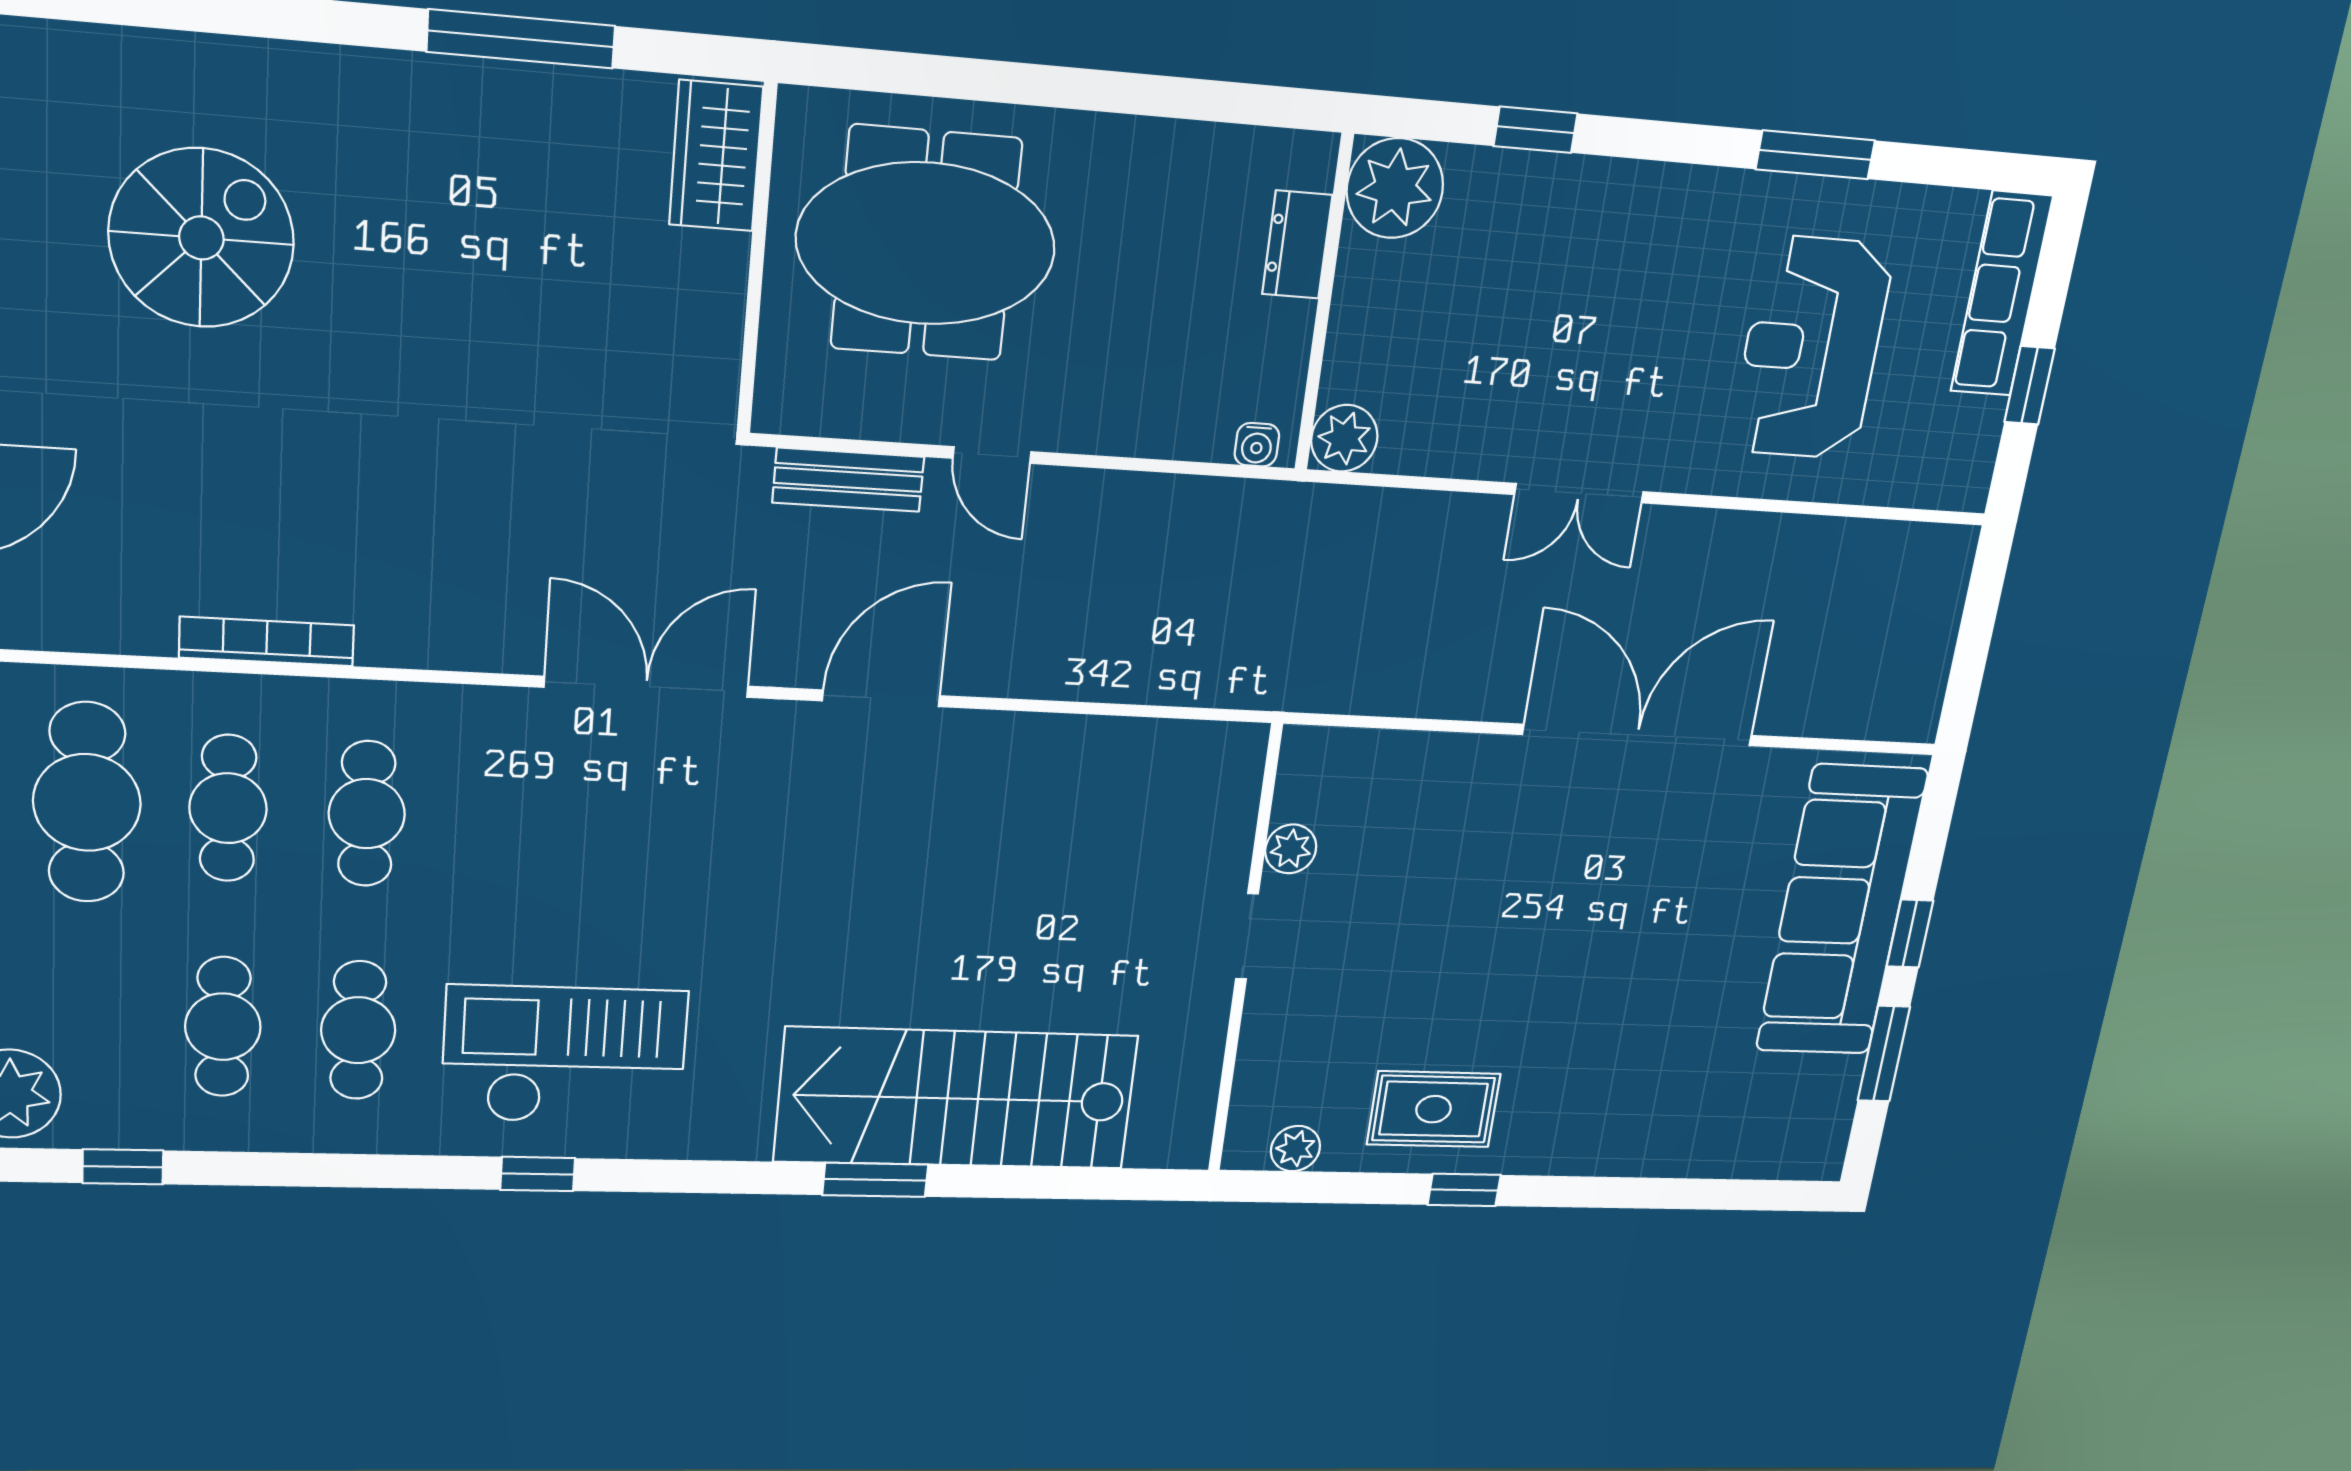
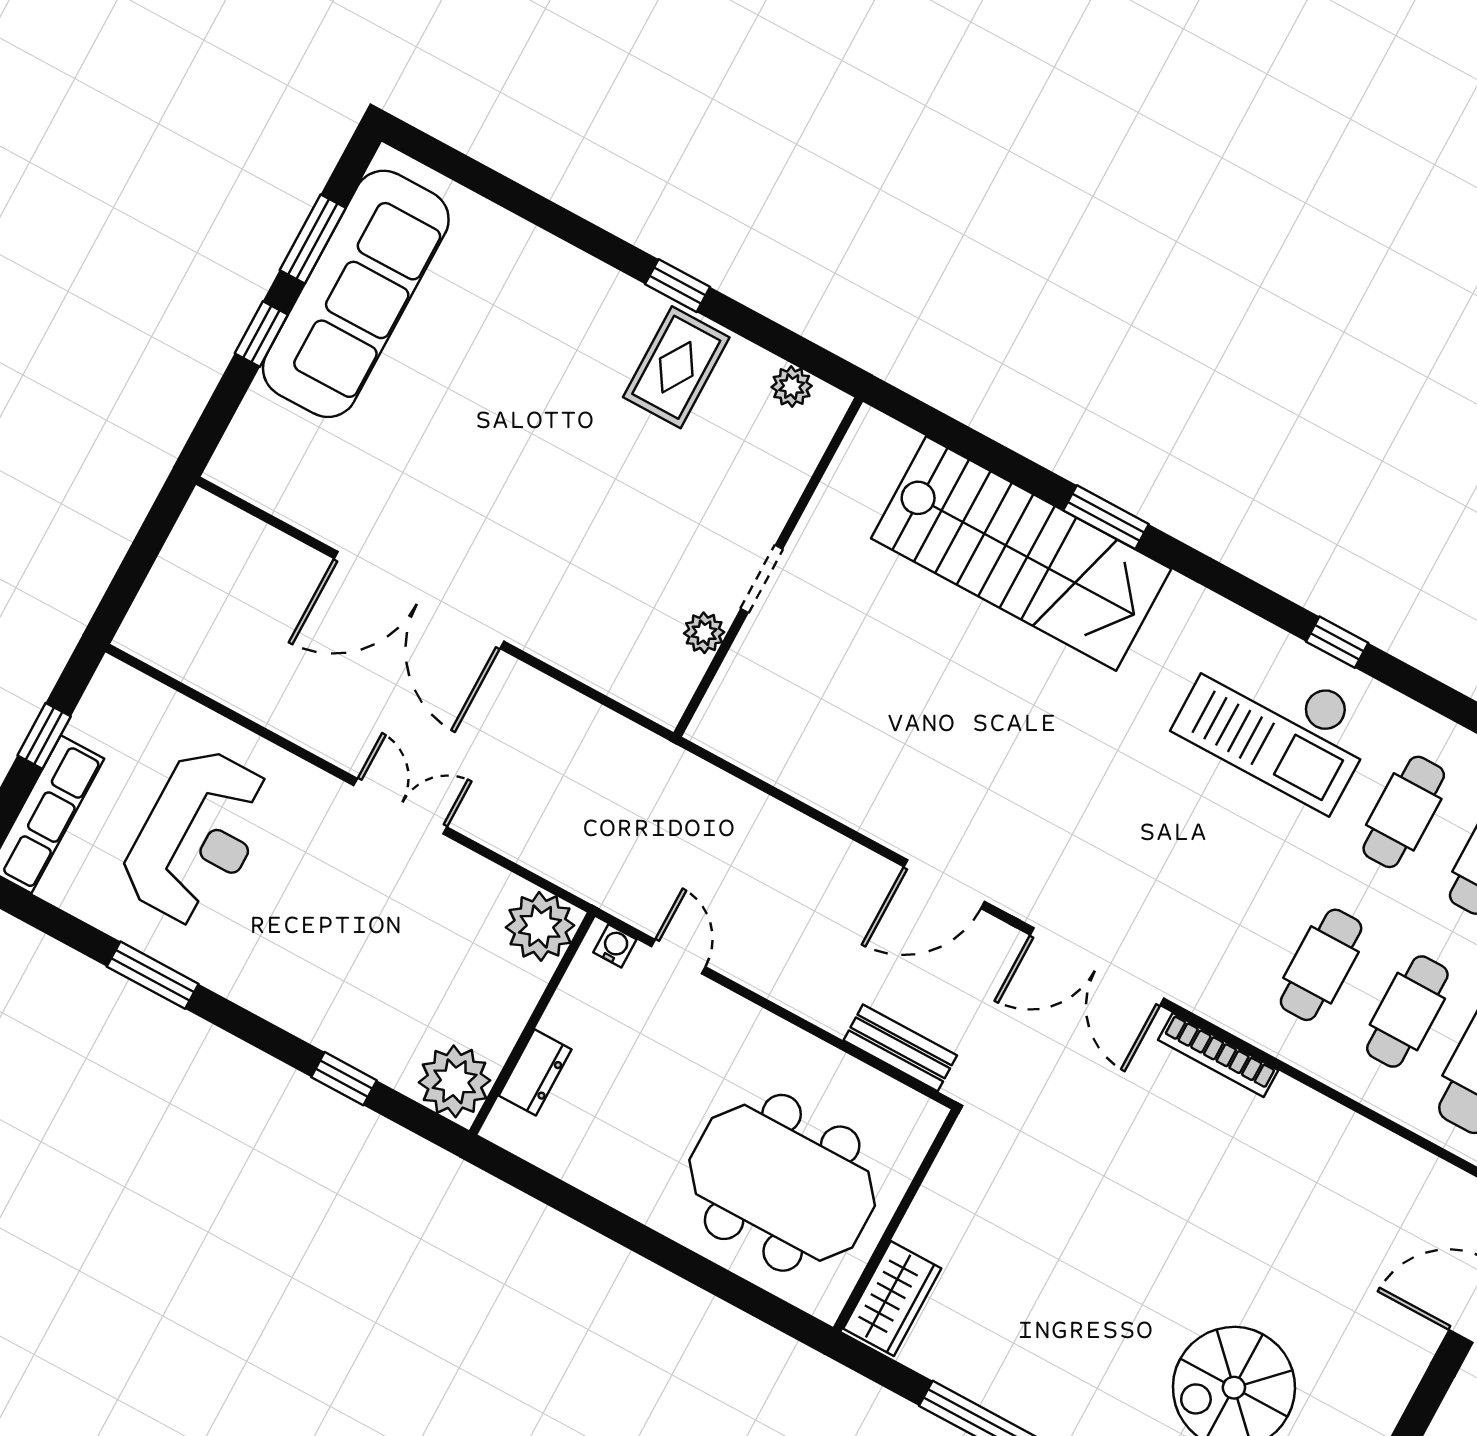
plant: (1344, 438) -> (540, 926), width x1.36, depth x1.36
door: (992, 455) -> (678, 957), moved
bookcase: (267, 641) -> (1218, 1055), moved
sofa: (1841, 911) -> (356, 294), moved
rug: (1434, 1109) -> (676, 367), turned 90

